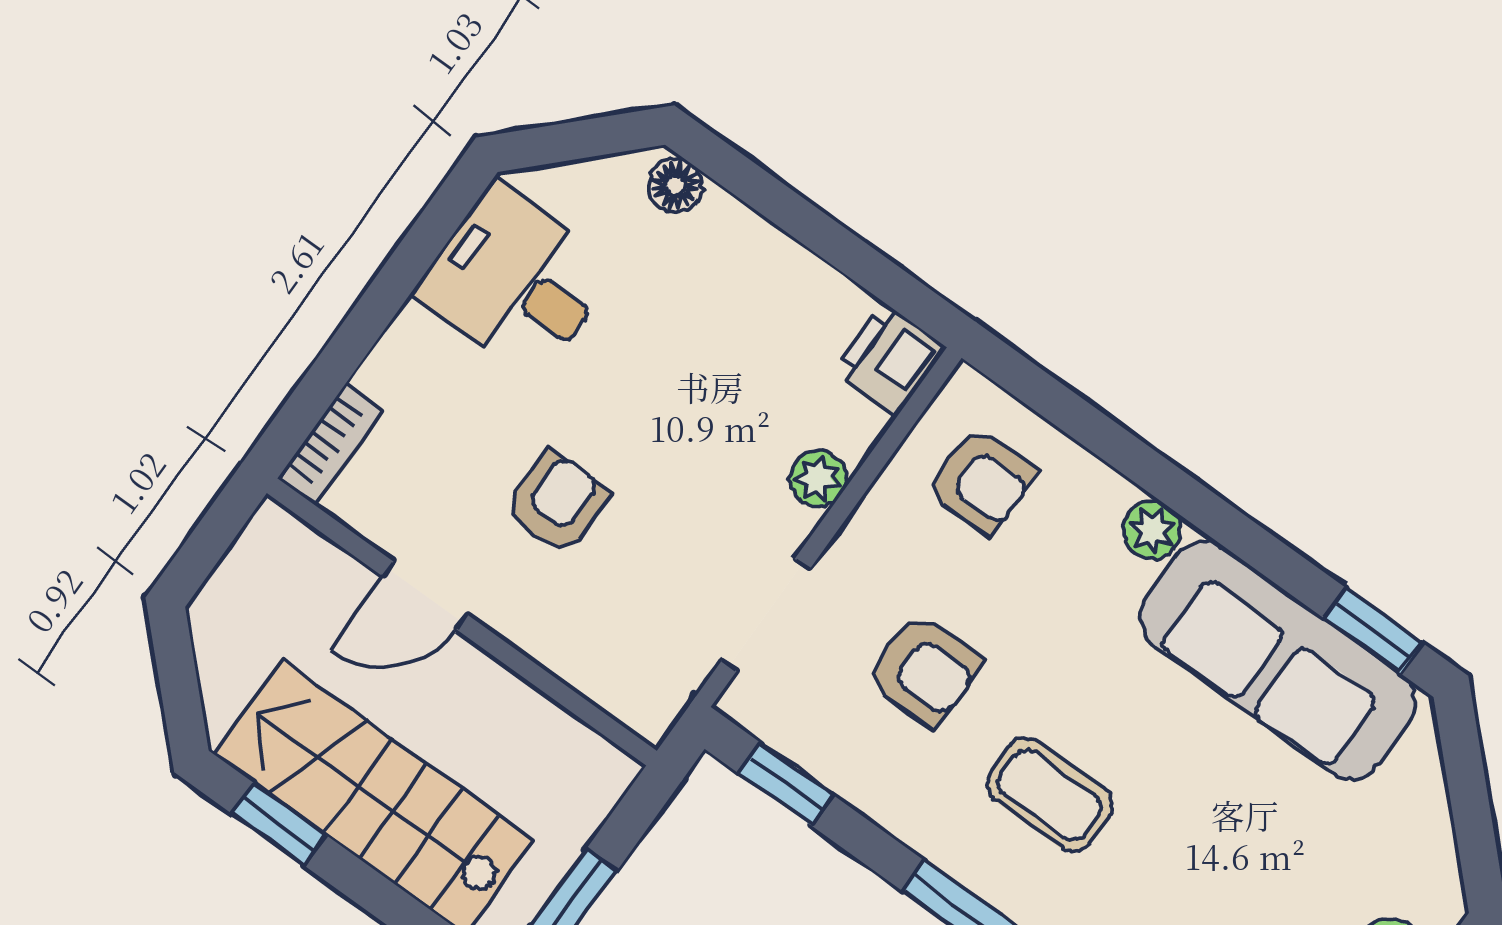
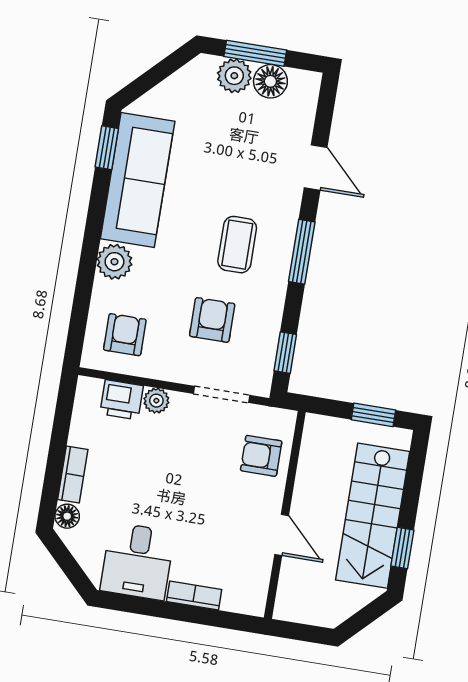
bookcase: (753, 238) -> (73, 475), added
printer: (890, 359) -> (121, 400), moved
bookcase: (331, 444) -> (194, 595), moved
armchair: (557, 502) -> (261, 456), moved
plant: (1152, 530) -> (114, 262), width x1.38, depth x1.38

